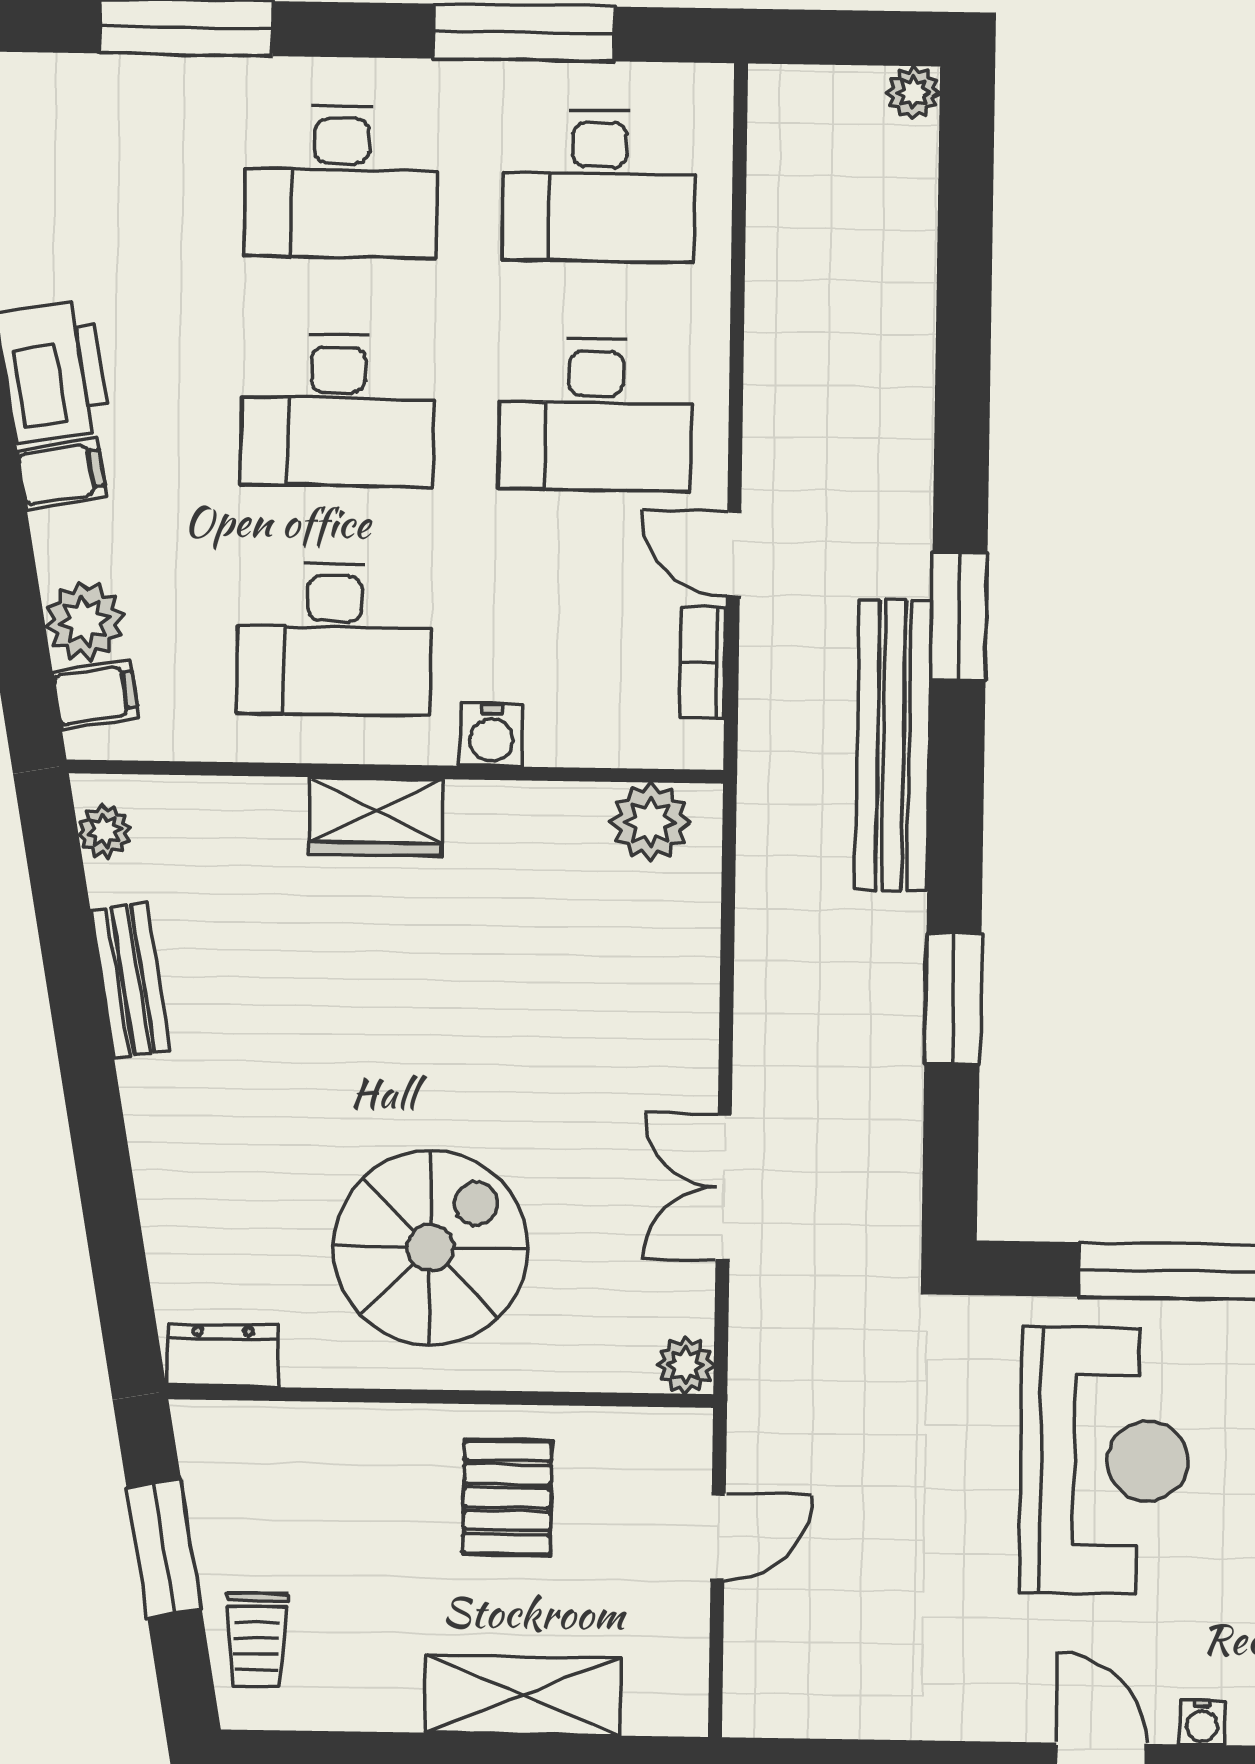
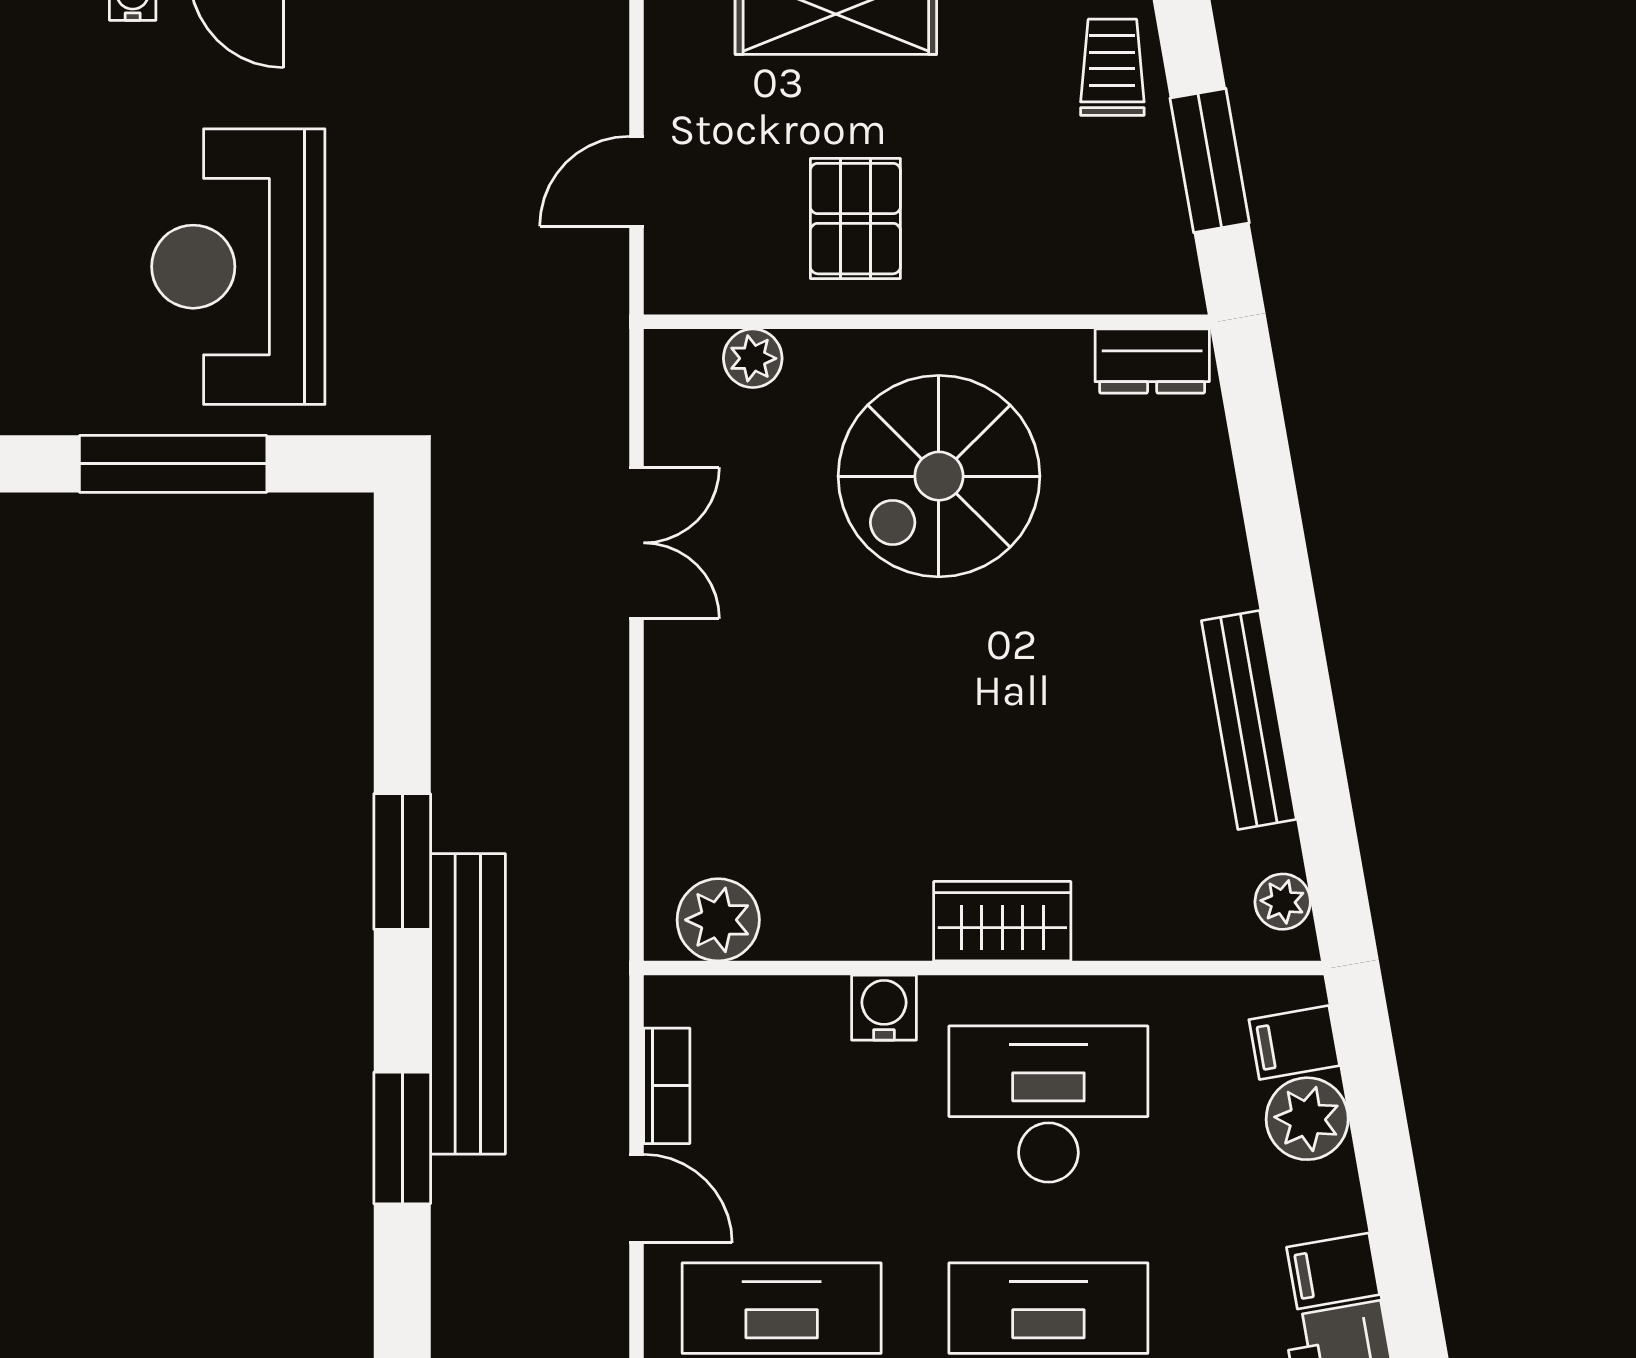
bench: (131, 980) -> (1249, 720), width x1.36
window: (953, 999) -> (402, 862), moved
plant: (686, 1365) -> (753, 358), moved

